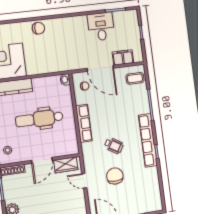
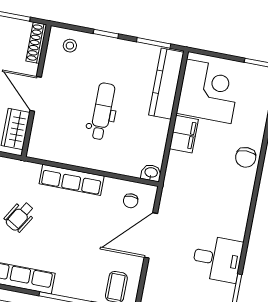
filing cabinet: (123, 57) -> (184, 134), moved
dental chair: (39, 119) -> (102, 111), width x0.73, depth x0.72

